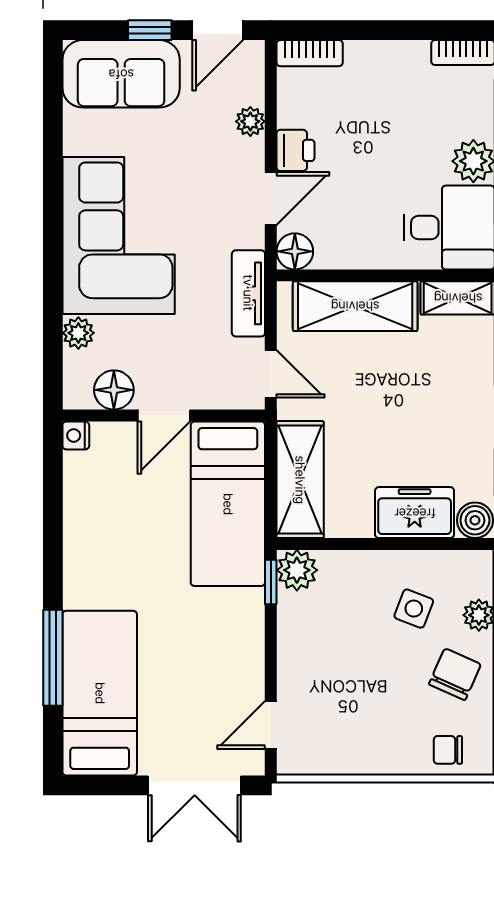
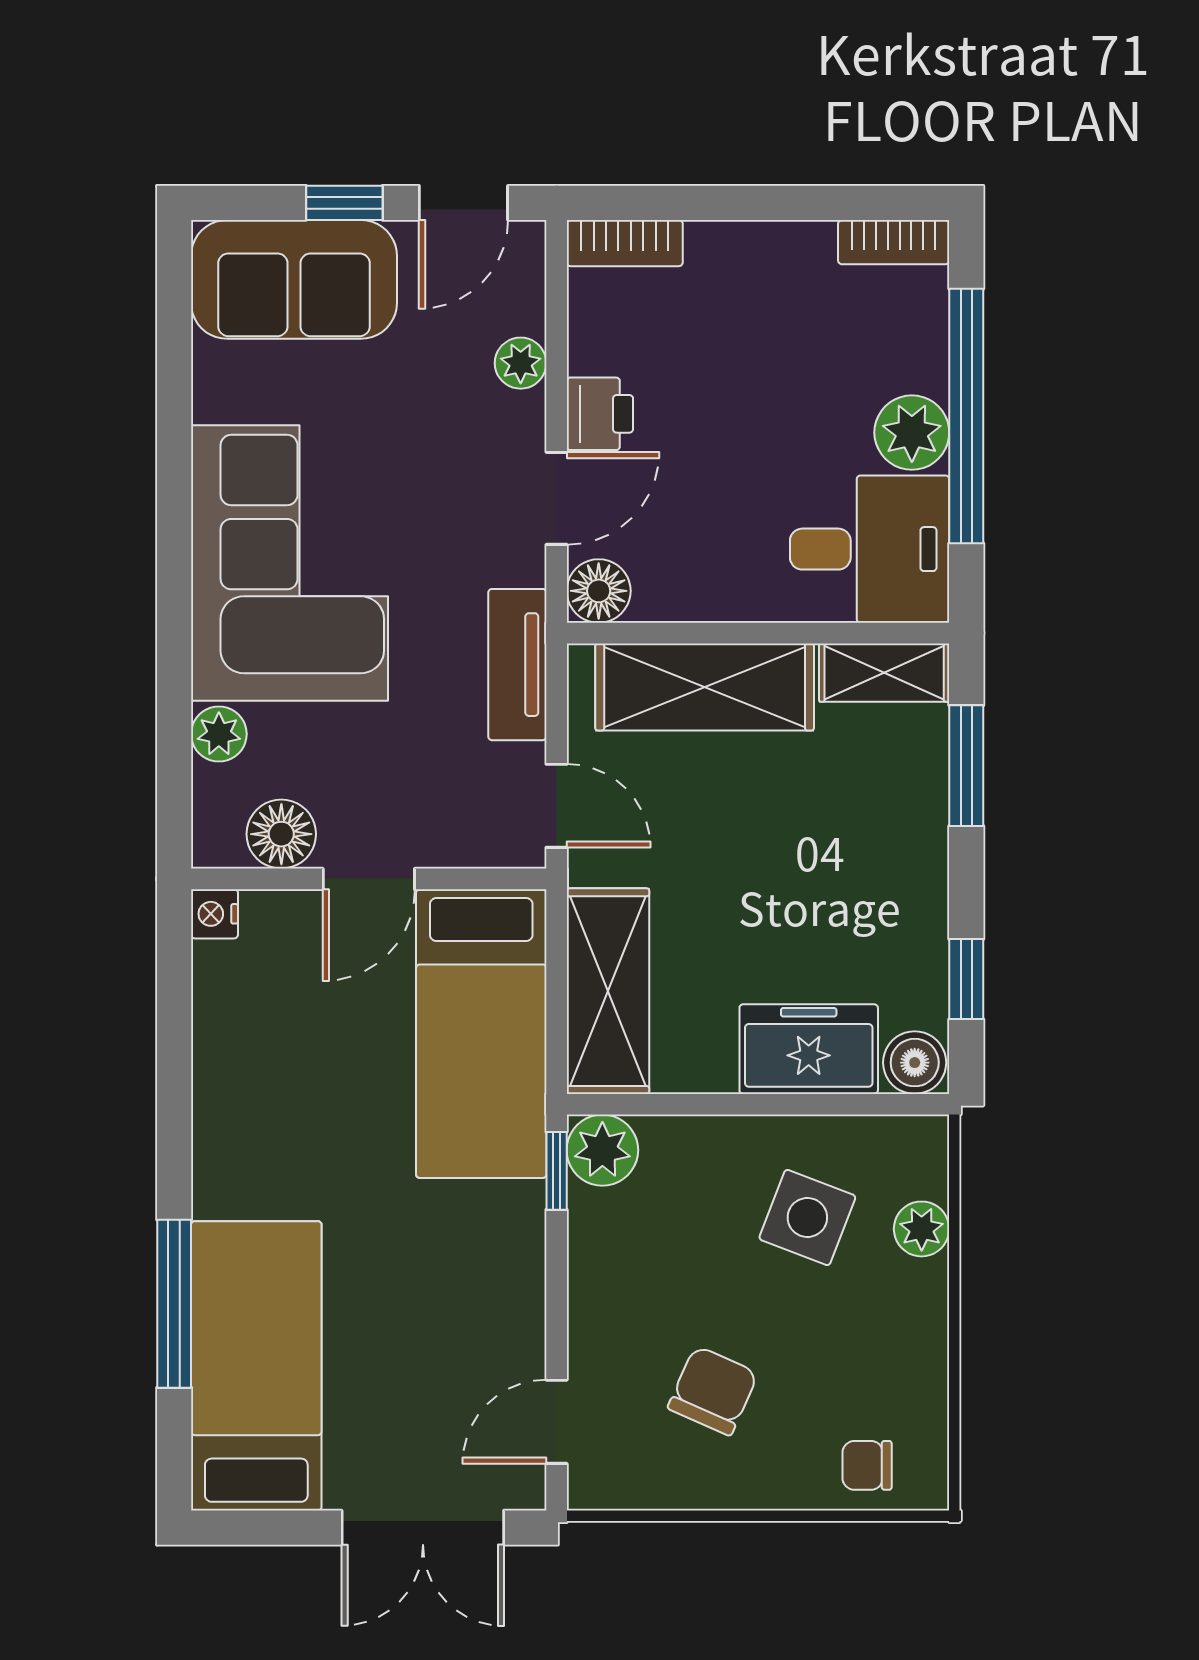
side table: (414, 609) -> (807, 1217), width x1.37, depth x1.37
chair: (455, 674) -> (713, 1391), moved

